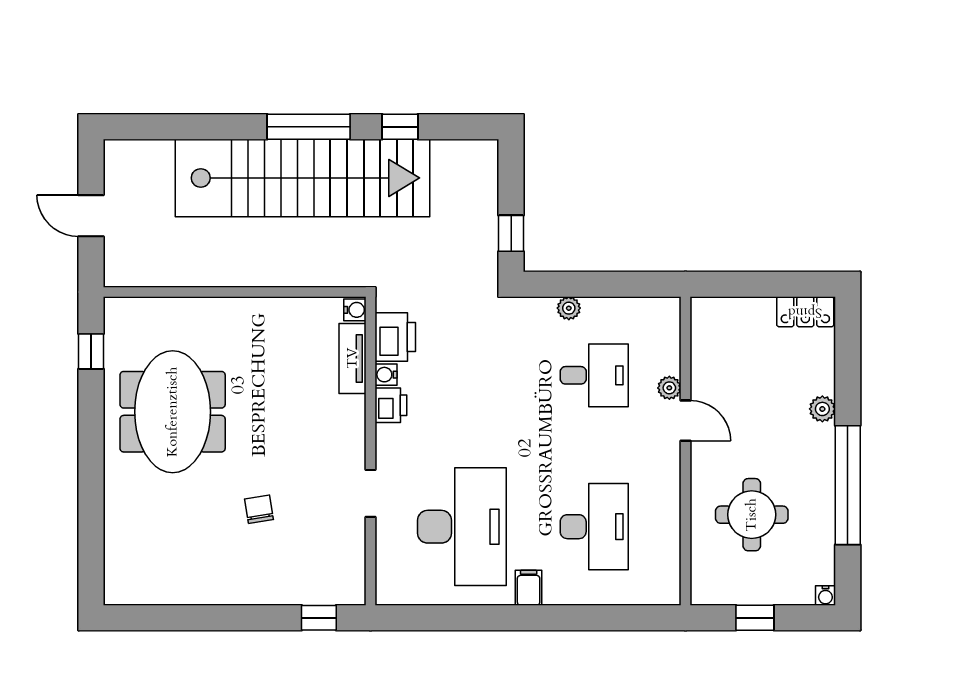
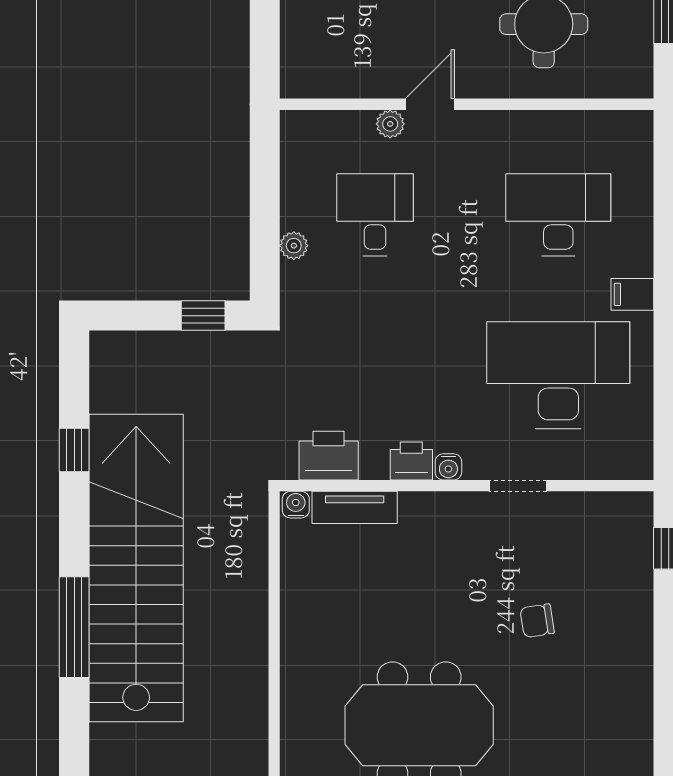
window: (309, 127) -> (74, 627), moved
water cooler: (386, 375) -> (448, 467), moved

